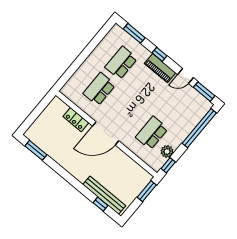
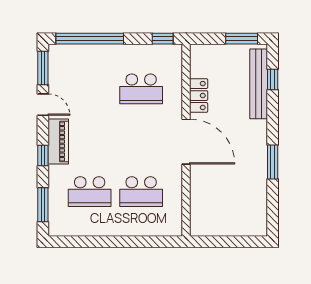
locker: (76, 120) -> (199, 96), moved
window: (36, 150) -> (273, 162), moved
plant: (167, 151) -> (148, 53), removed
window: (147, 191) -> (242, 39), moved

